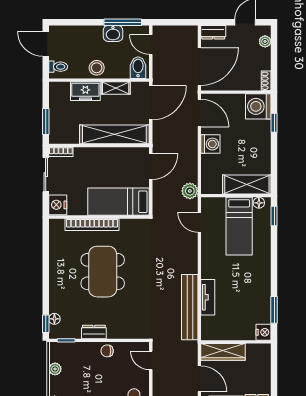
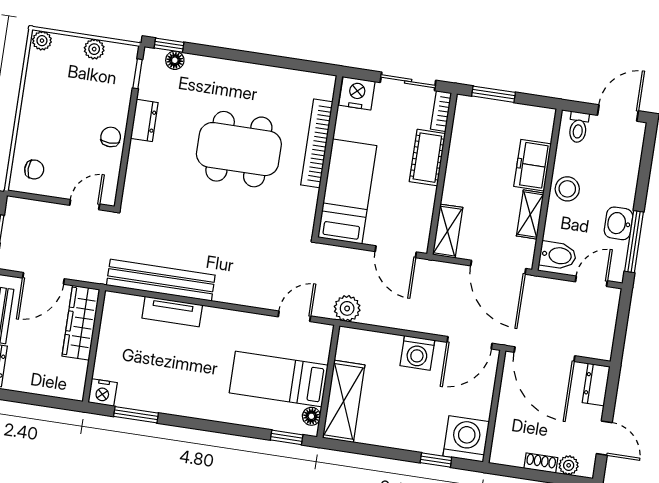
shoe rack: (266, 81) -> (541, 463), moved
shelving: (114, 134) -> (448, 231), width x0.45, depth x0.75
cot: (90, 156) -> (427, 158), added

